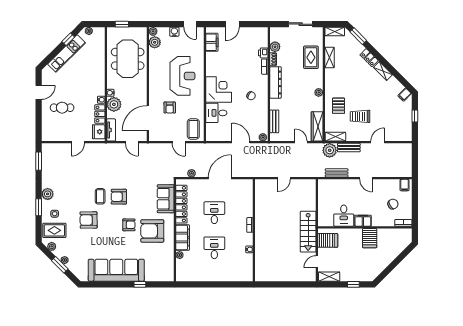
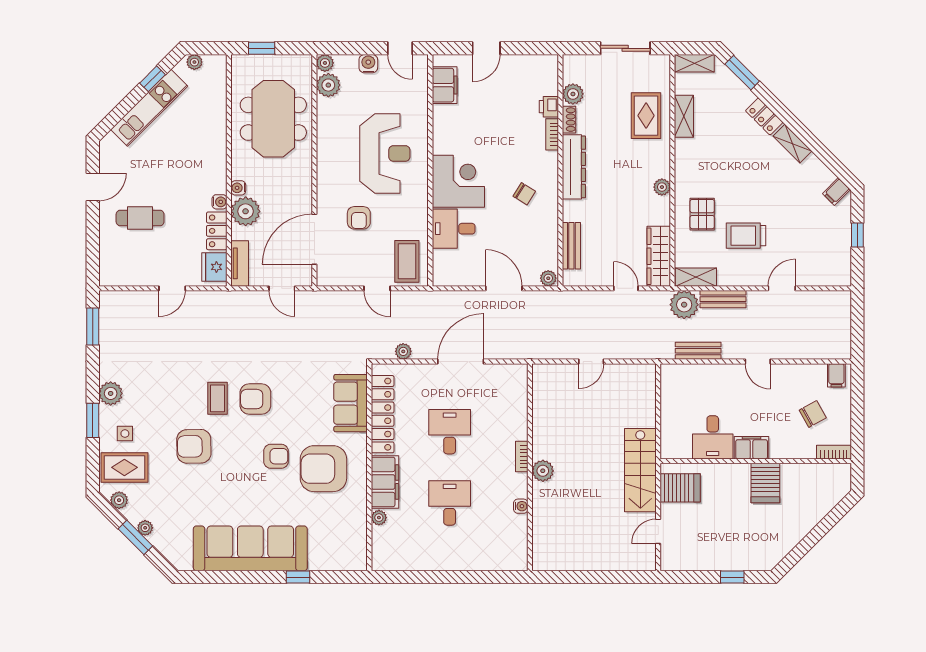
plant: (260, 232) -> (543, 471), added
shelving: (329, 277) -> (683, 561), removed

